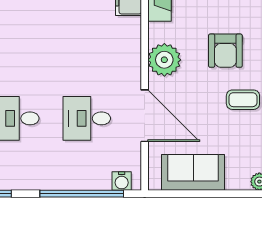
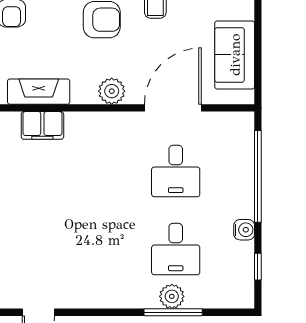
plant: (164, 60) -> (112, 91), width x0.73, depth x0.73
water cooler: (122, 181) -> (244, 230), moved

